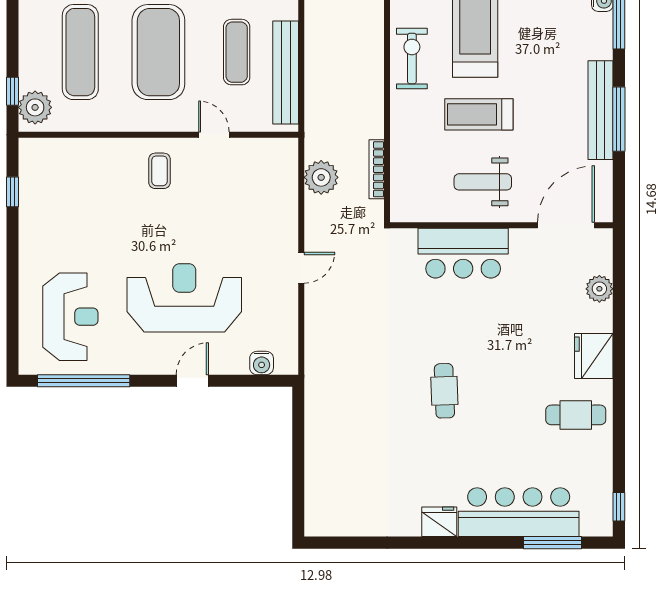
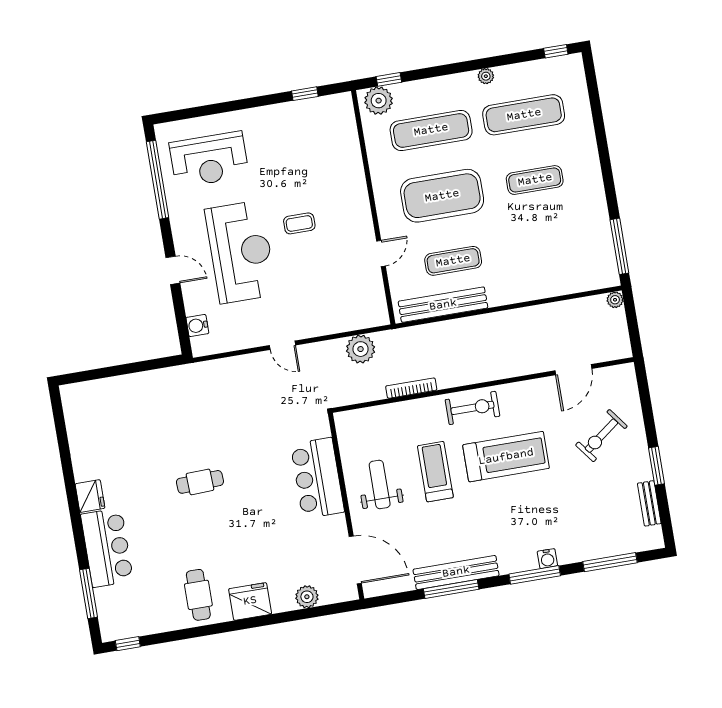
bookcase: (377, 169) -> (411, 388), moved
coffee table: (159, 171) -> (299, 223), moved
bar counter: (519, 512) -> (107, 548), width x0.73

